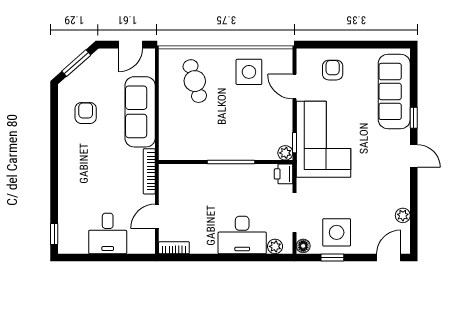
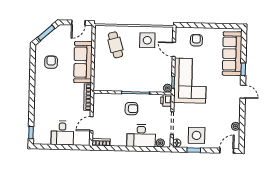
armchair: (225, 189) -> (131, 109), added

